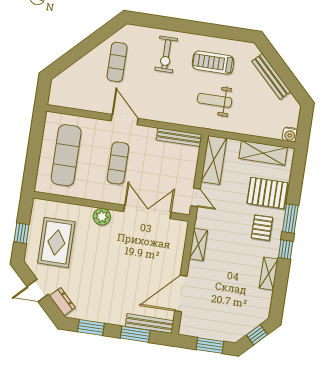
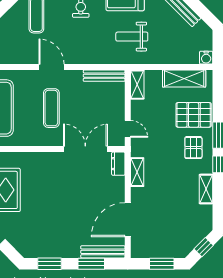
shelving: (214, 160) -> (137, 85), width x0.67, depth x0.75
plant: (102, 217) -> (44, 160), removed
dresser: (62, 302) -> (118, 164), moved, turned -135

